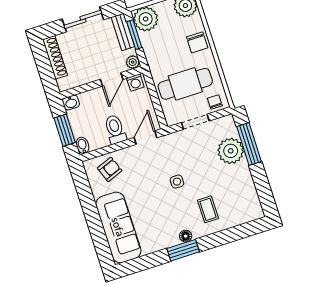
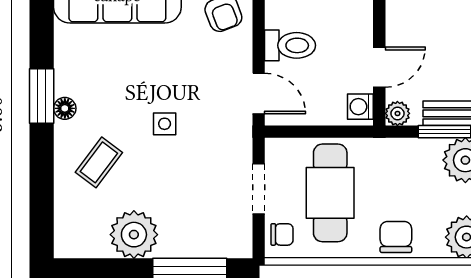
chair: (197, 42) -> (396, 237), turned 90
door: (112, 79) -> (379, 67), swing flipped
plant: (231, 151) -> (134, 235), moved
coffee table: (208, 209) -> (99, 162), turned -53

